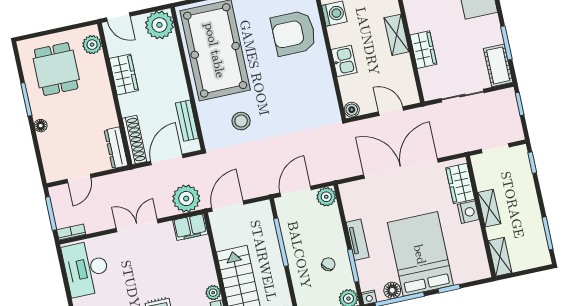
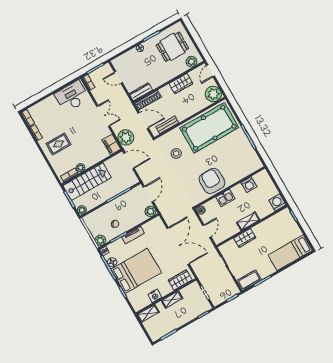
armchair: (294, 33) -> (212, 181), moved
door: (296, 191) -> (148, 194), hinge flipped
nightstand: (468, 212) -> (155, 296), moved

